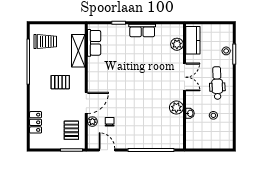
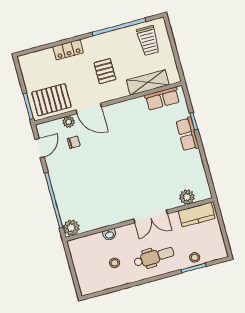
row of seats: (142, 30) -> (187, 134), moved
plant: (176, 108) -> (71, 228), moved
locker: (36, 122) -> (68, 50), moved
pallet: (71, 130) -> (51, 100), width x1.50, depth x1.42

